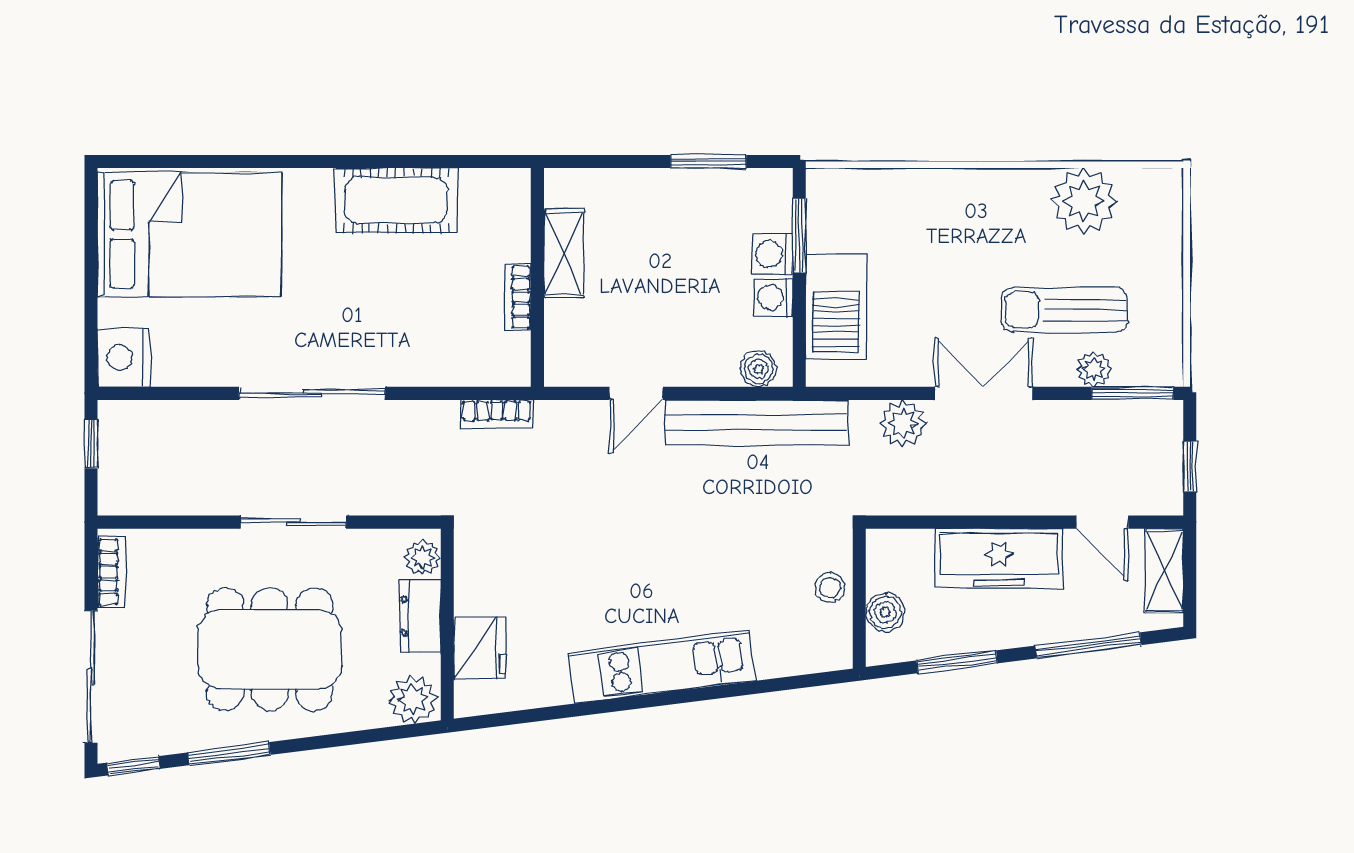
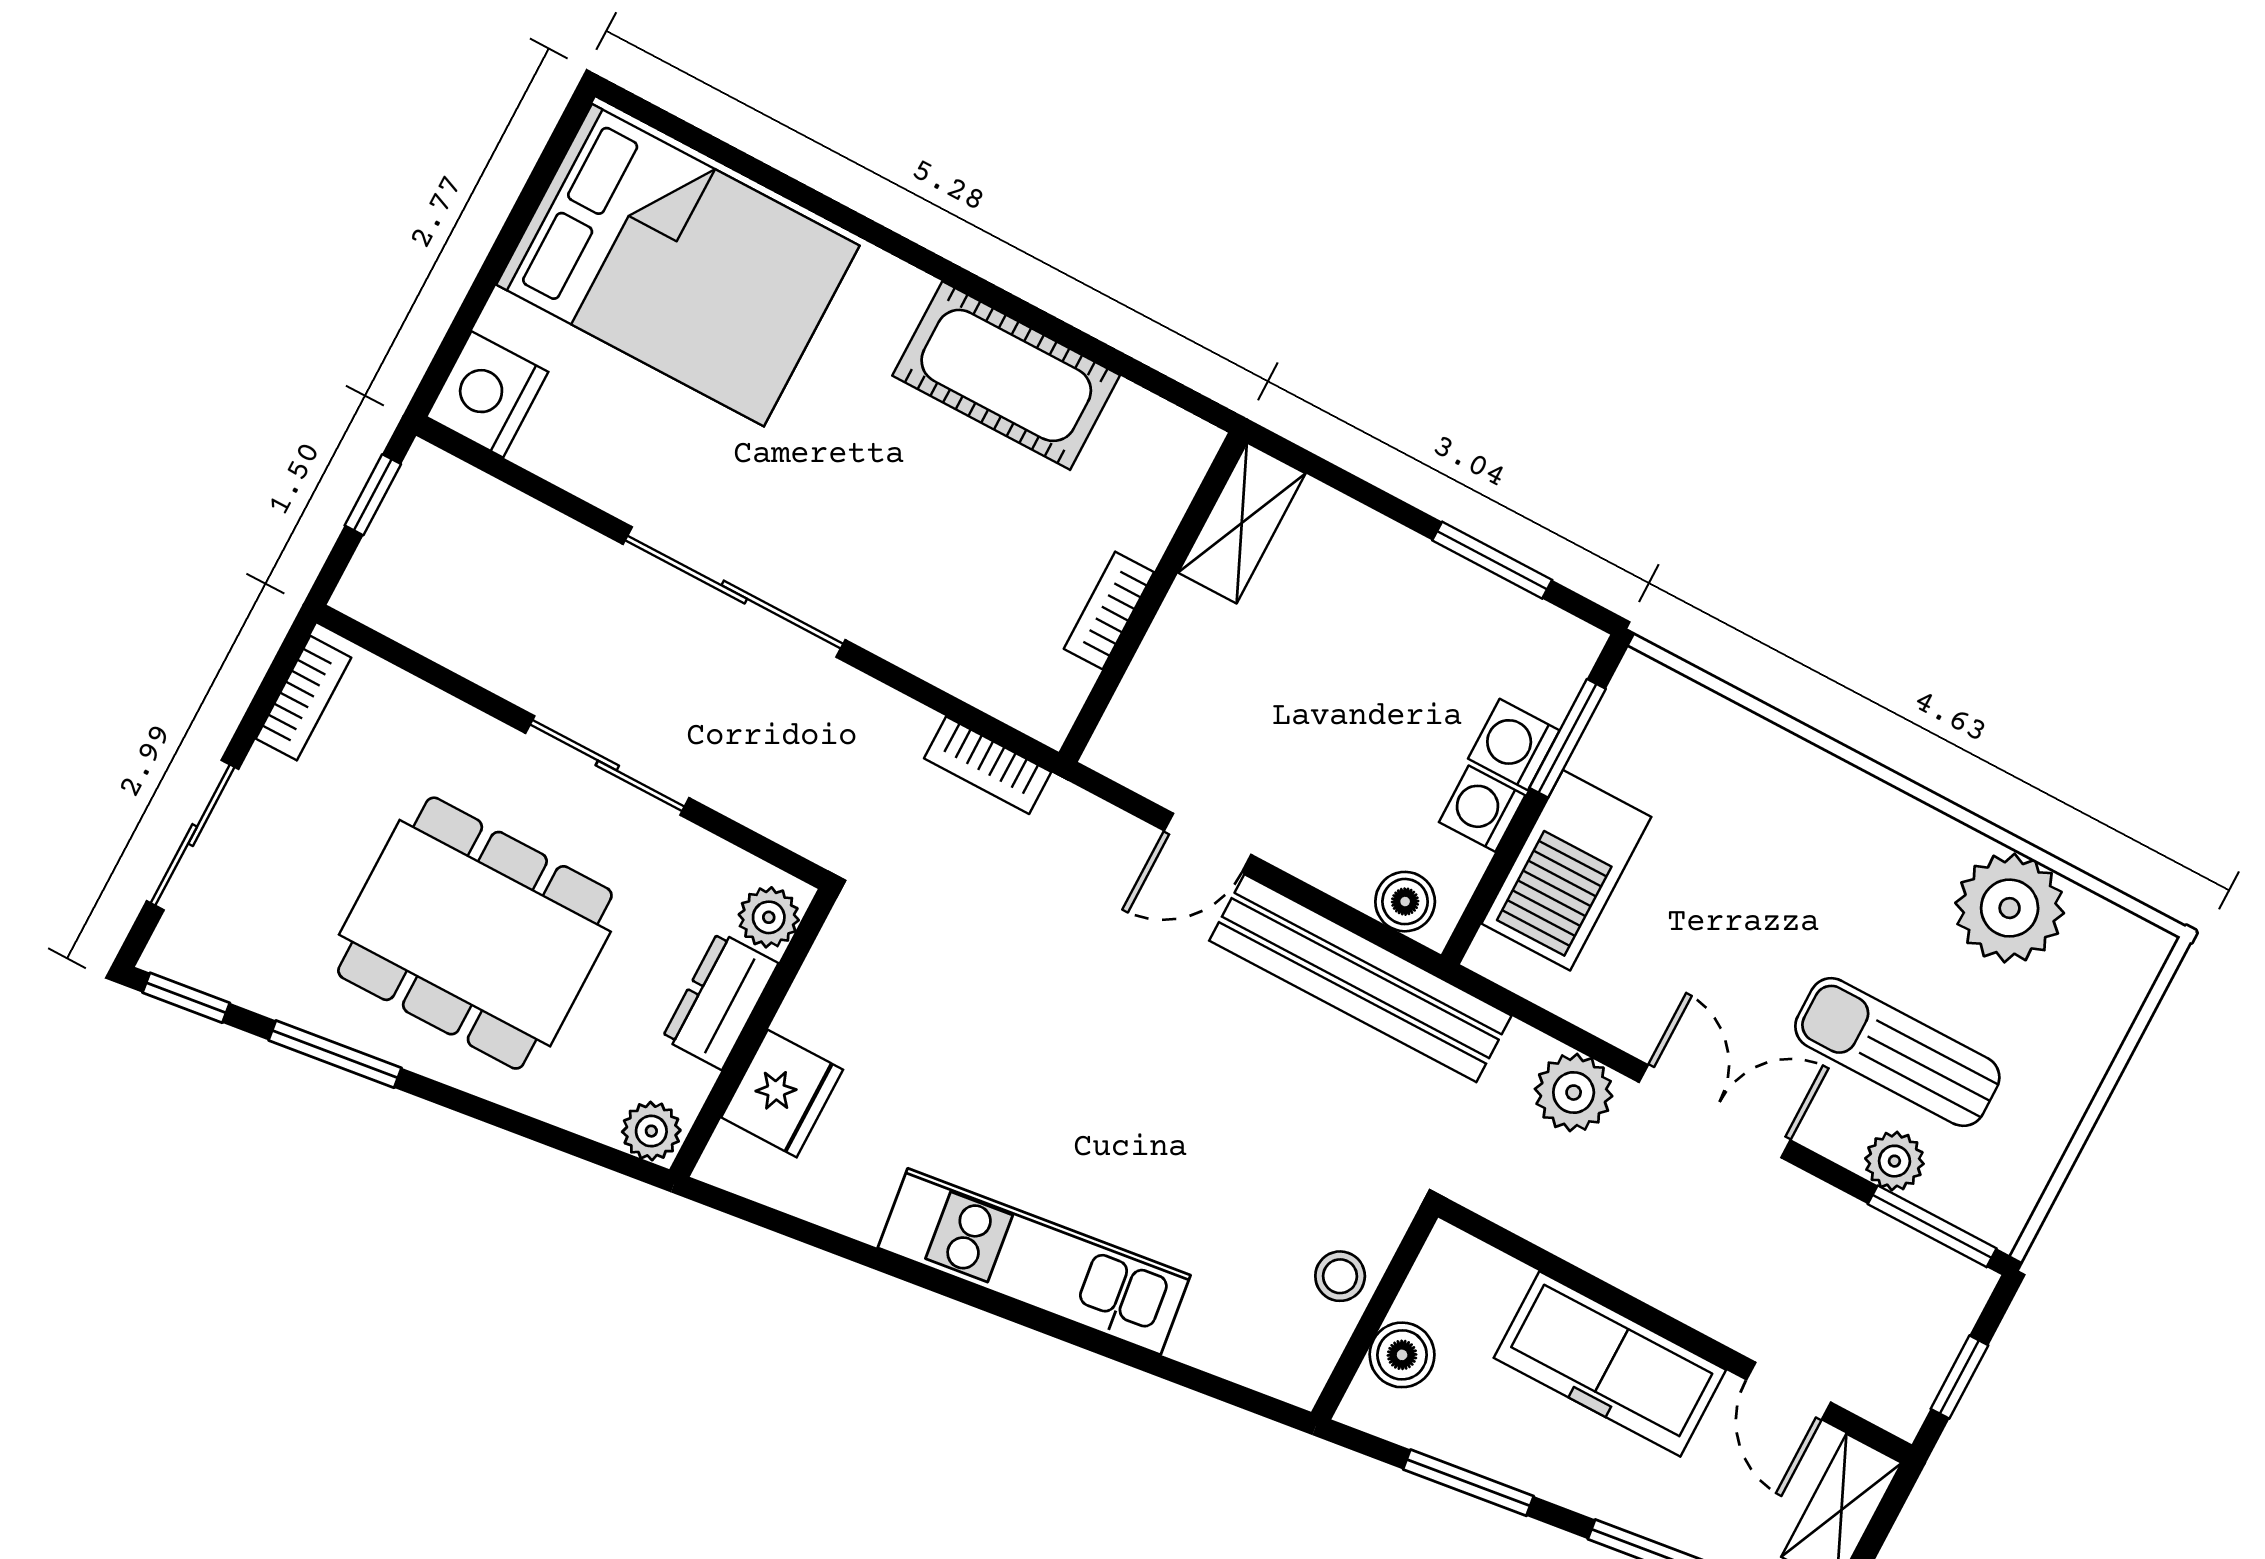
shelving: (564, 254) -> (1242, 523), moved
sliding door: (91, 677) -> (193, 835), width x0.73
plant: (413, 699) -> (651, 1131), width x0.73, depth x0.73

